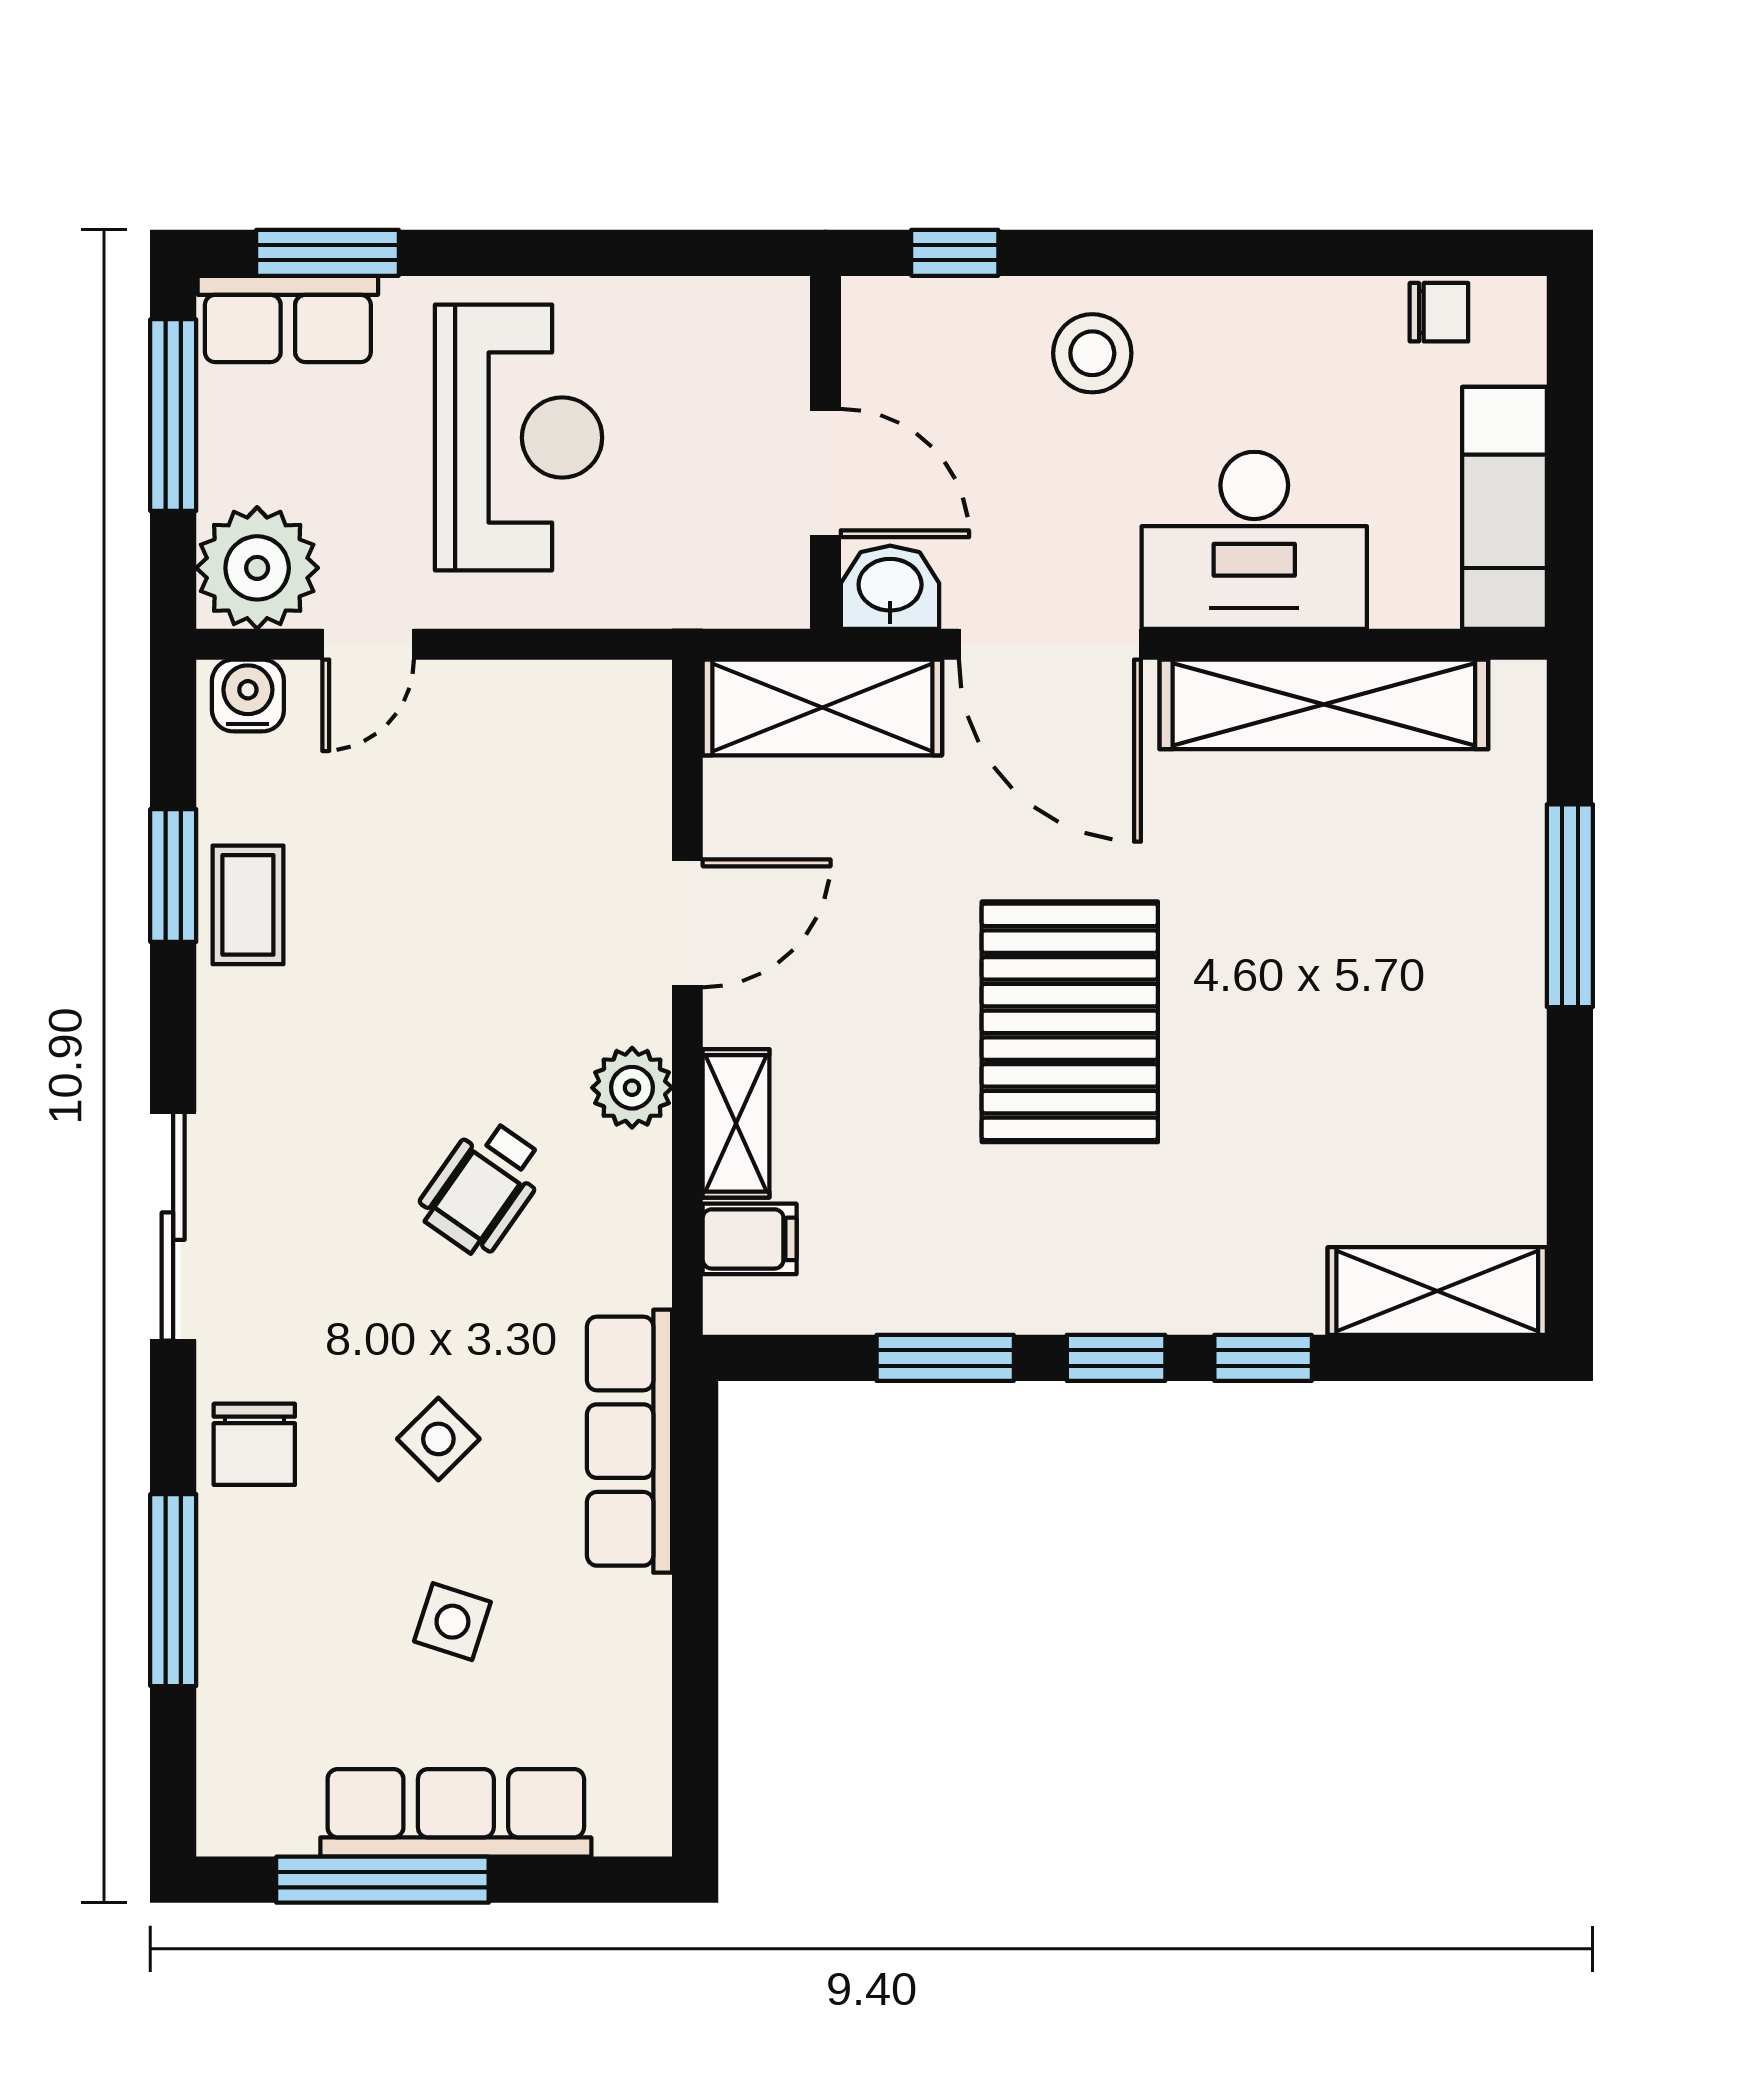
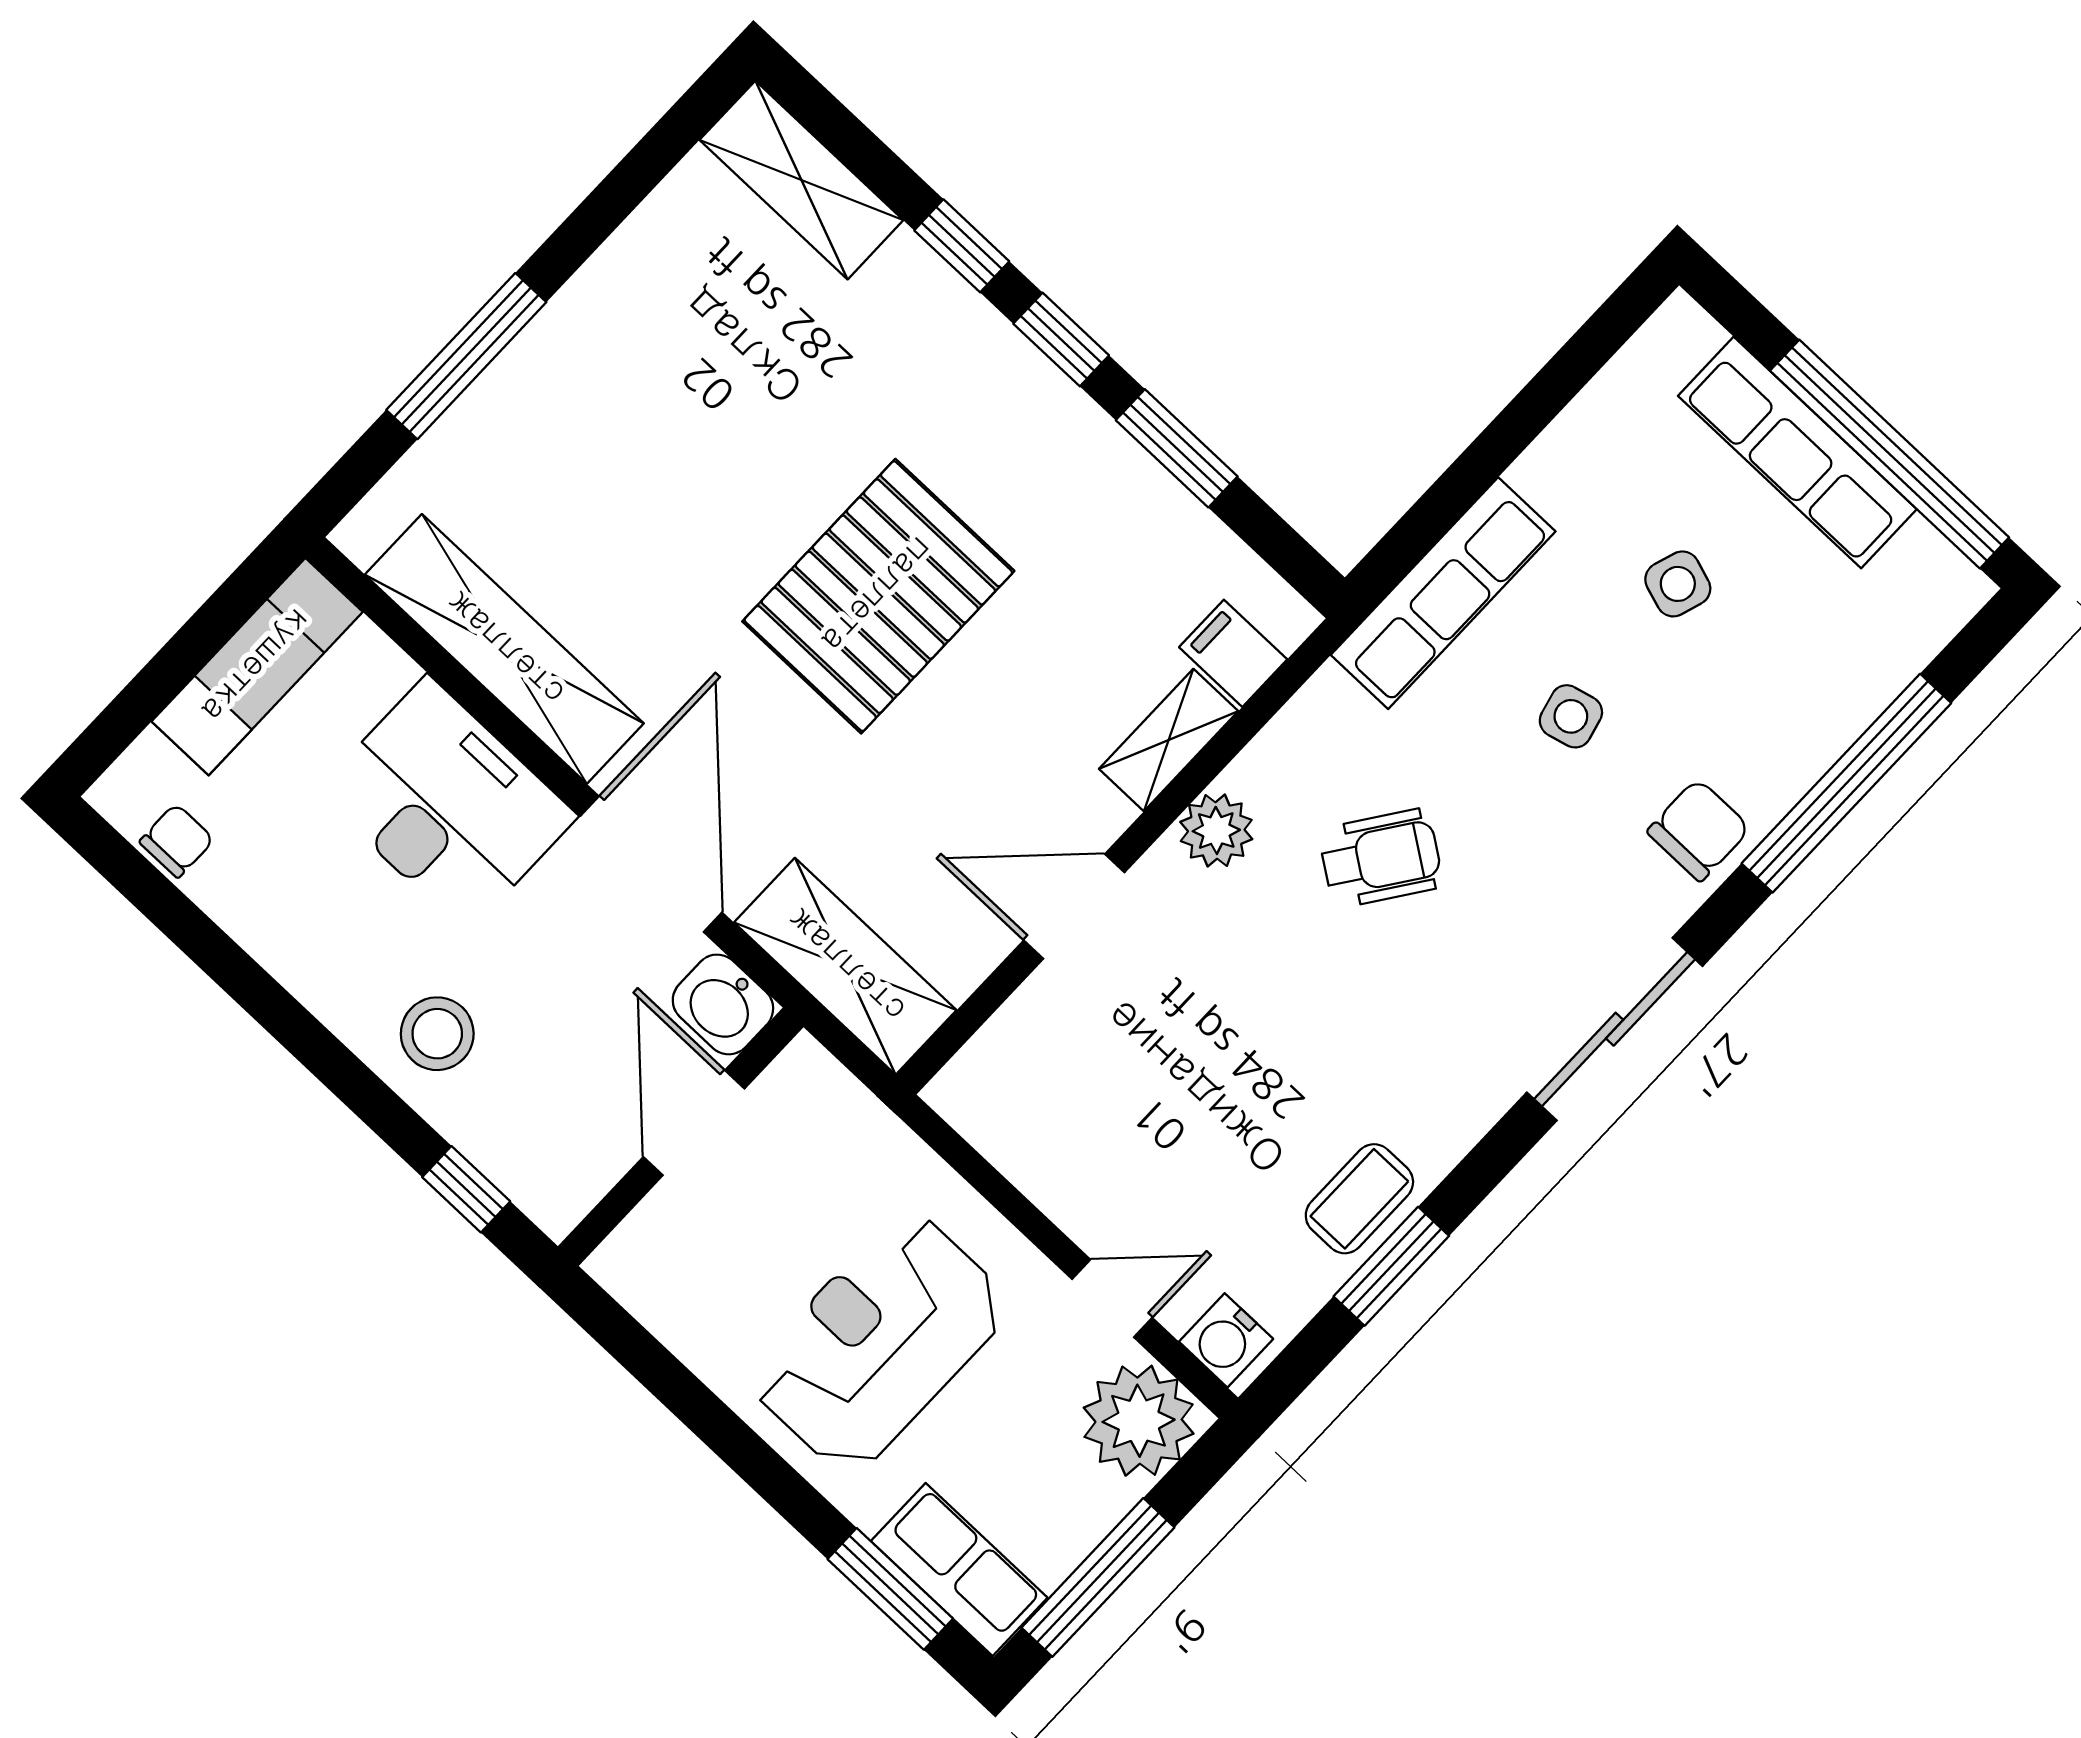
chair: (1439, 312) -> (177, 841), turned 90
side table: (438, 1439) -> (1571, 716), turned 31
window: (173, 1590) -> (1846, 783), width x1.46
window: (382, 1880) -> (1890, 454), width x1.46

